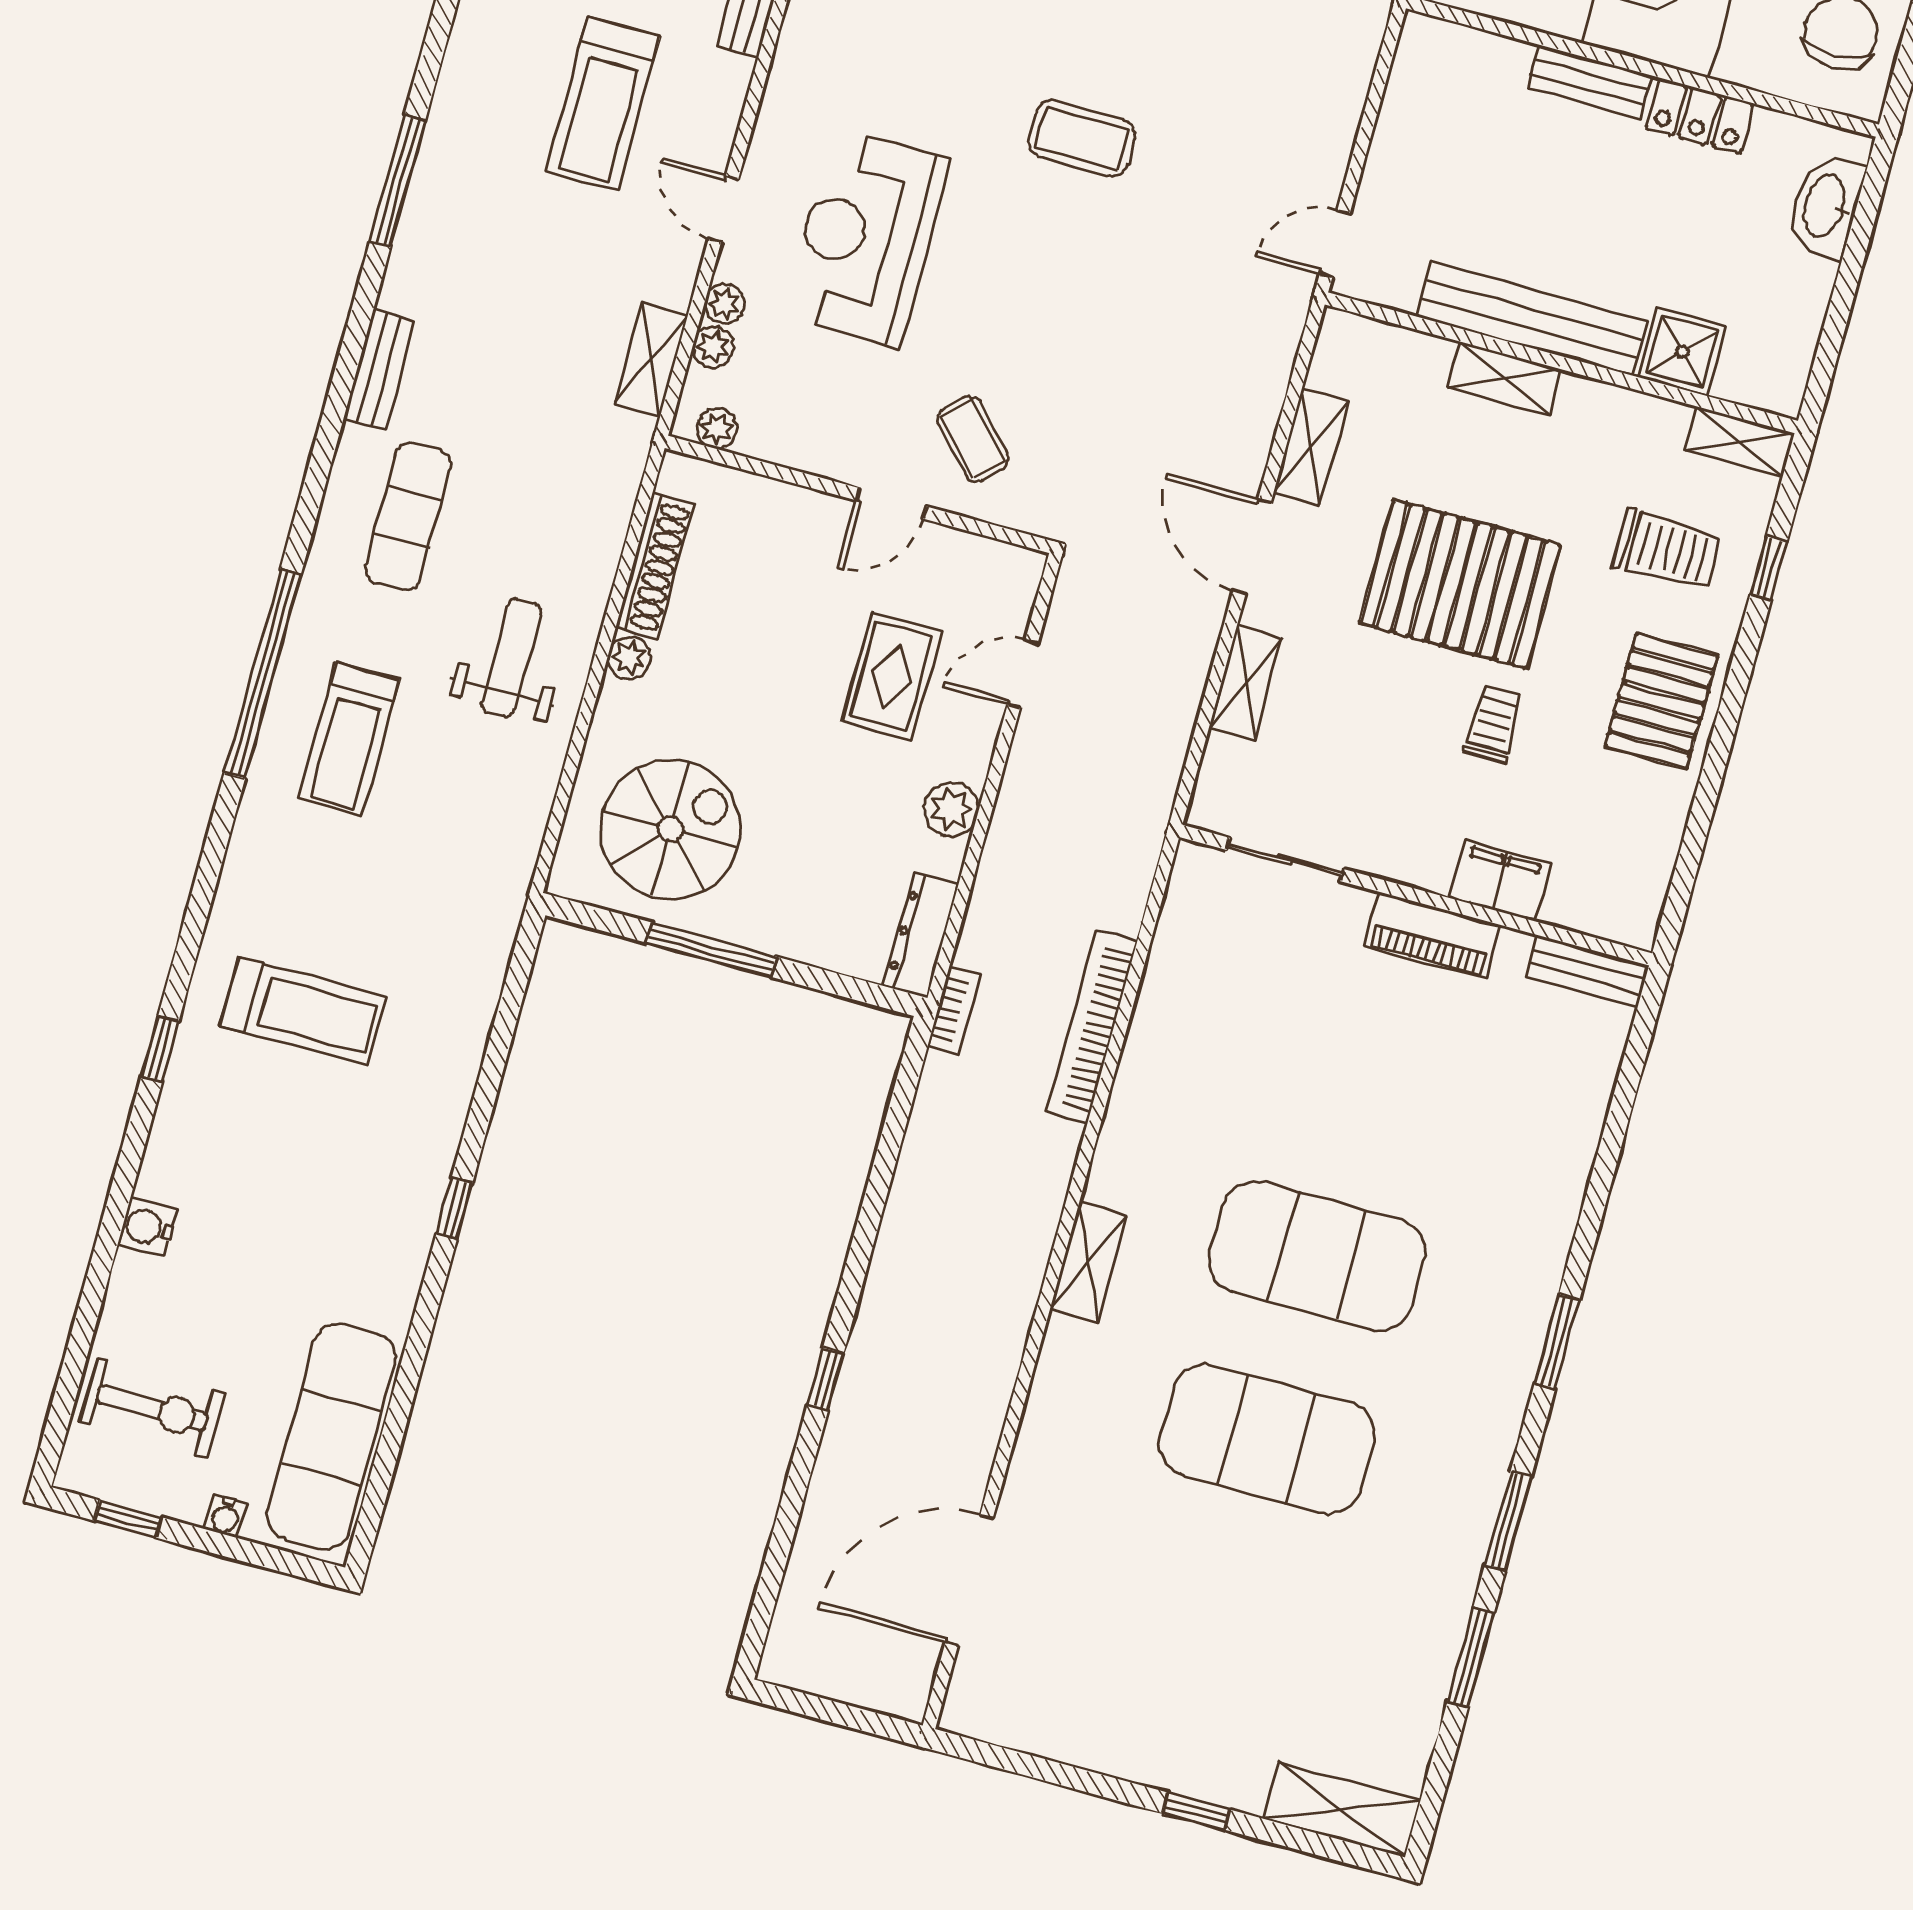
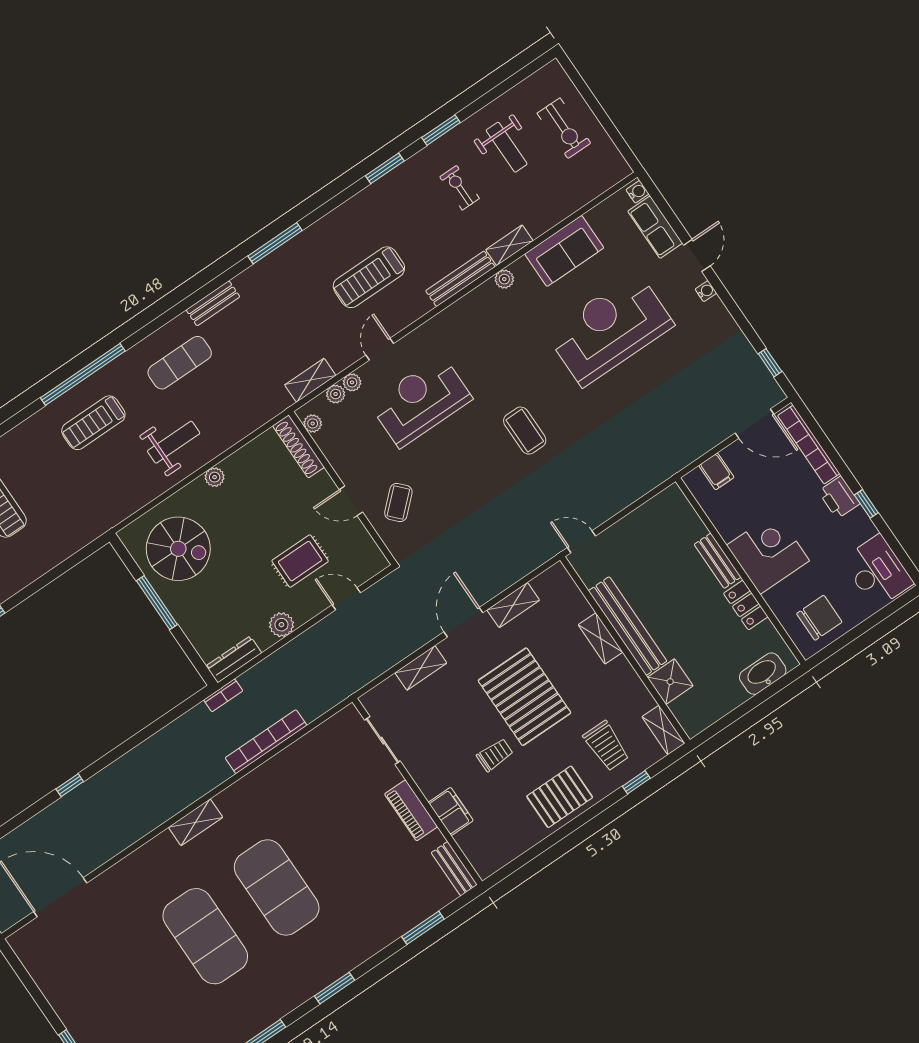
shoe rack: (655, 566) -> (299, 447), moved, turned 90
window: (1619, 1115) -> (423, 928), added

